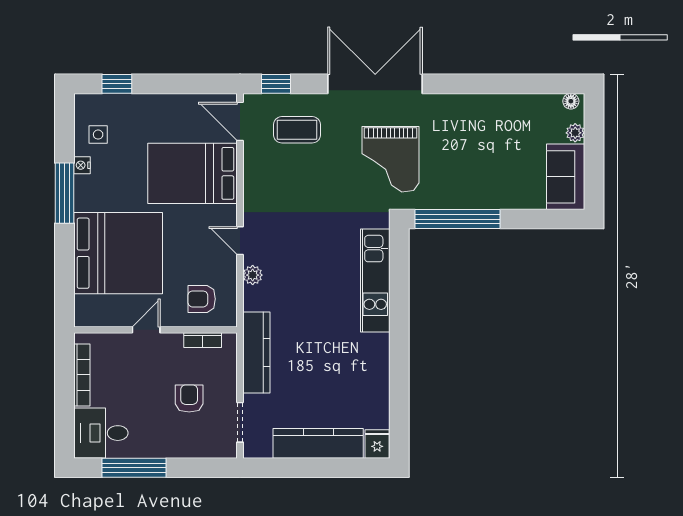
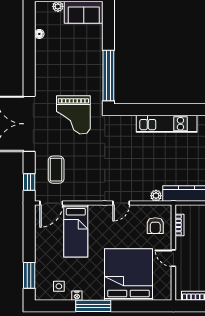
window: (117, 84) -> (29, 275), width x1.50
floor lamp: (571, 101) -> (39, 34), moved
grand piano: (390, 159) -> (73, 115), turned 90
bed: (193, 173) -> (76, 231), width x0.67
plant: (253, 275) -> (156, 196), moved
kitchen unit: (375, 281) -> (167, 124), moved

